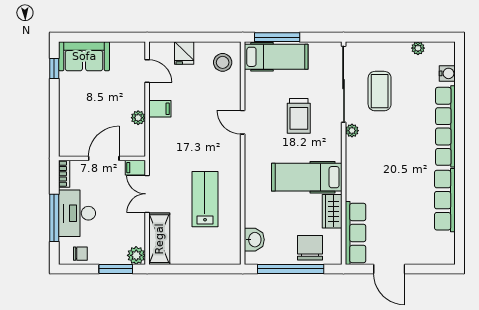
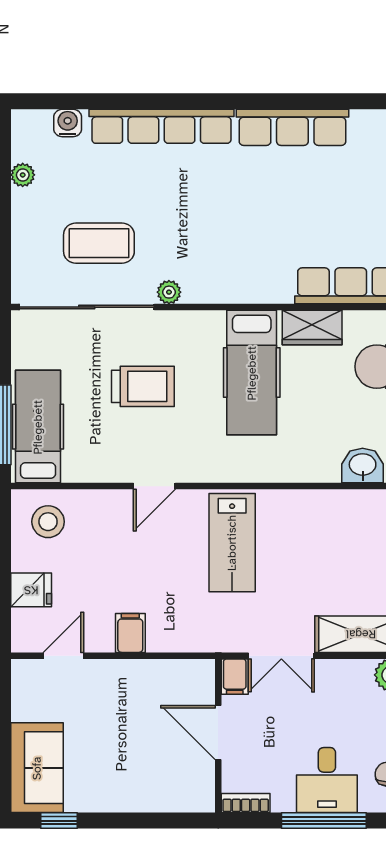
plant: (138, 118) -> (146, 672), removed
lab bench: (205, 199) -> (232, 543), moved, turned -90
desk: (77, 213) -> (327, 780), width x0.73

